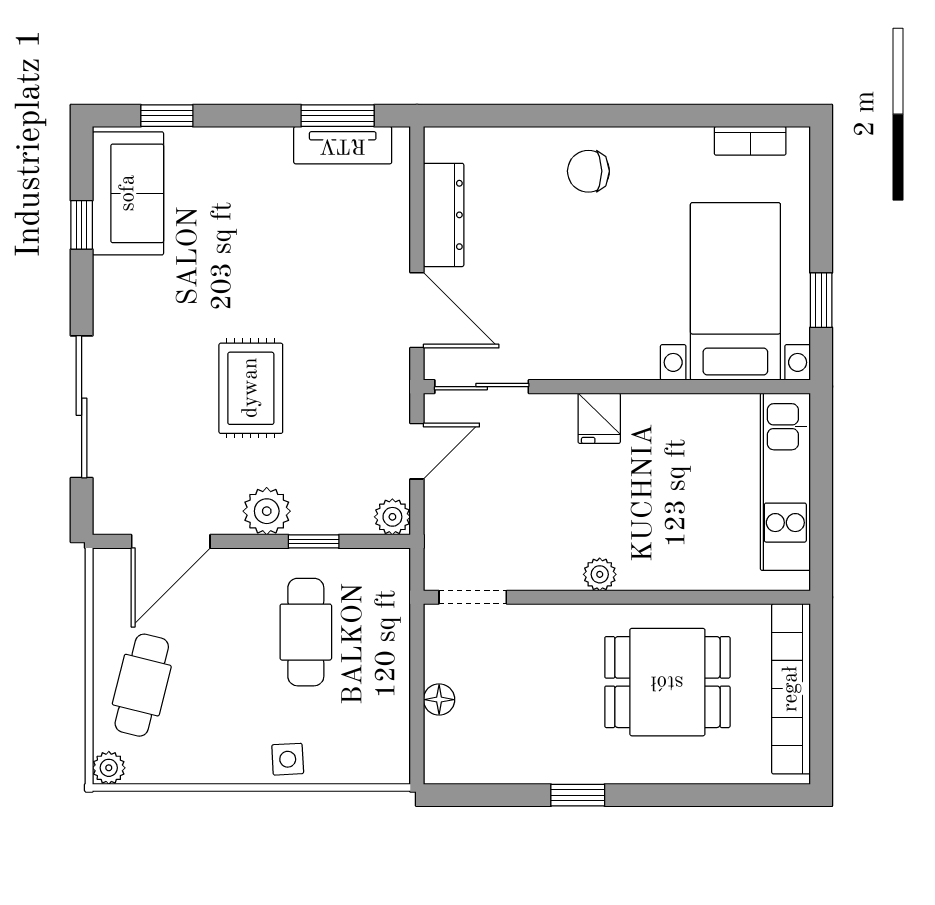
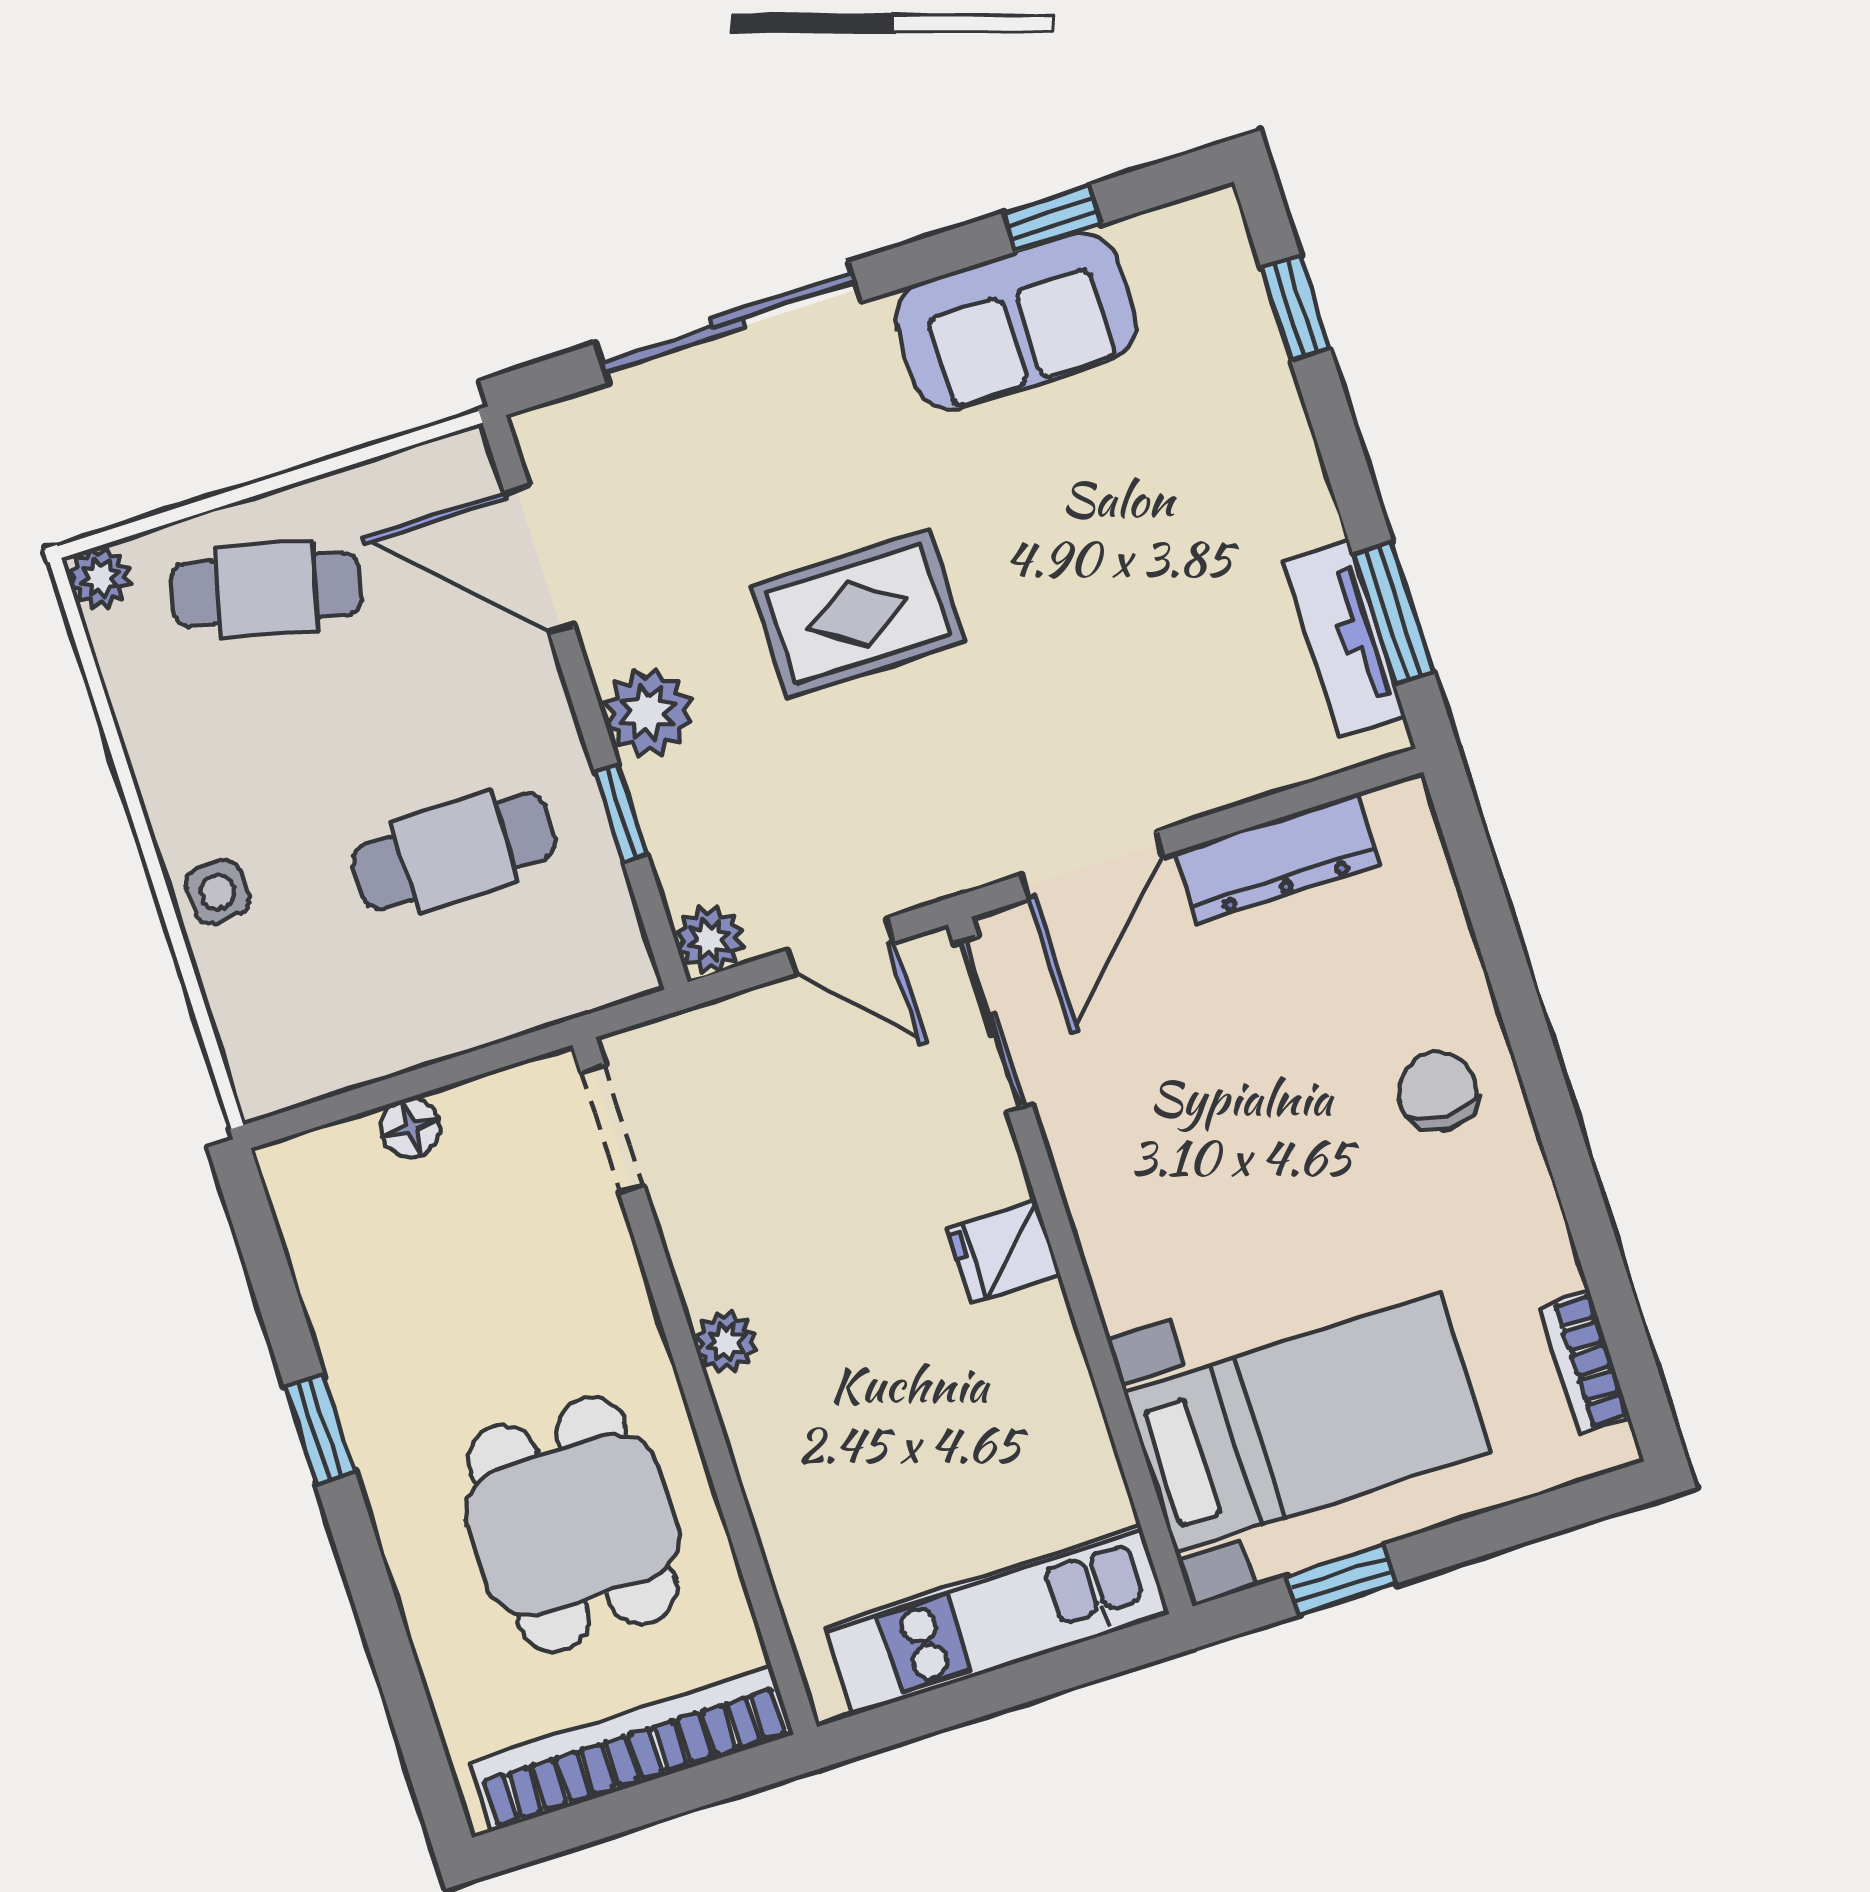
sofa: (128, 193) -> (1016, 321), moved

